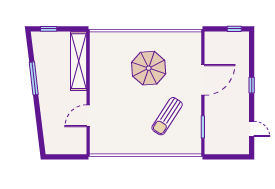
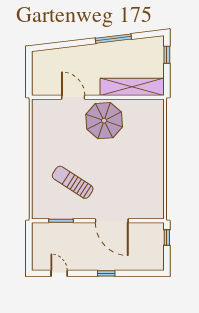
window: (234, 29) -> (167, 237), moved
parasol: (149, 68) -> (104, 121), moved
door: (252, 129) -> (59, 273), swing flipped

